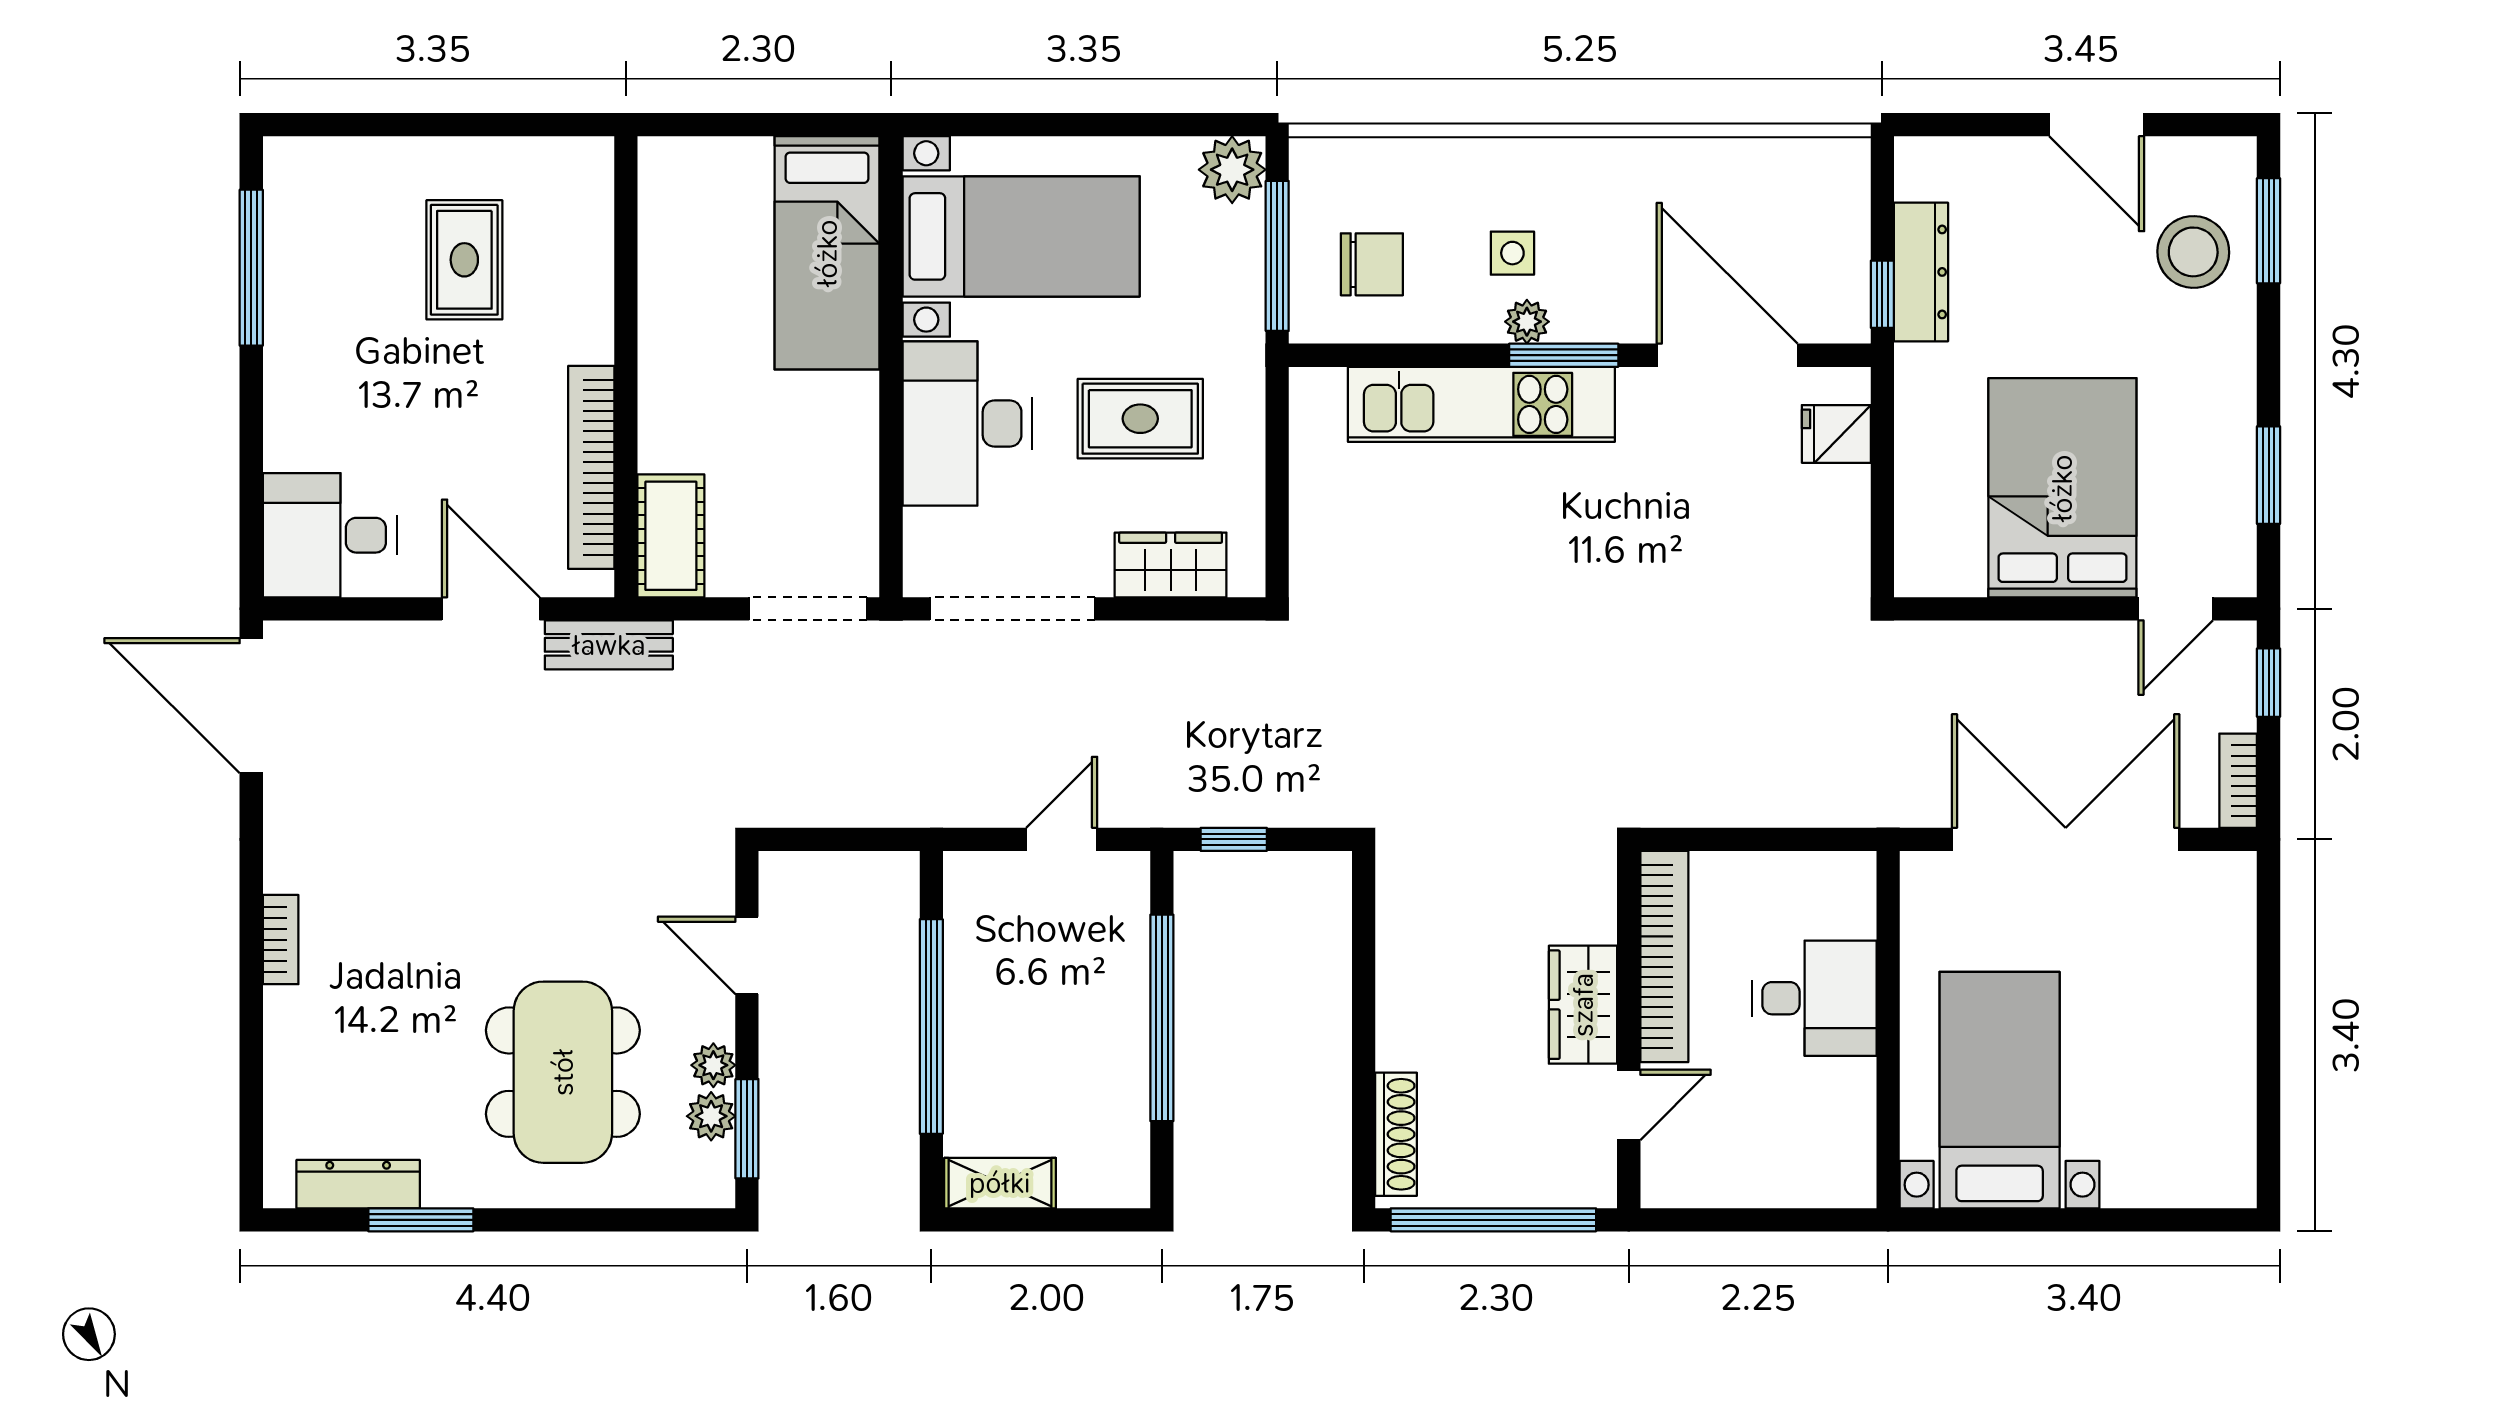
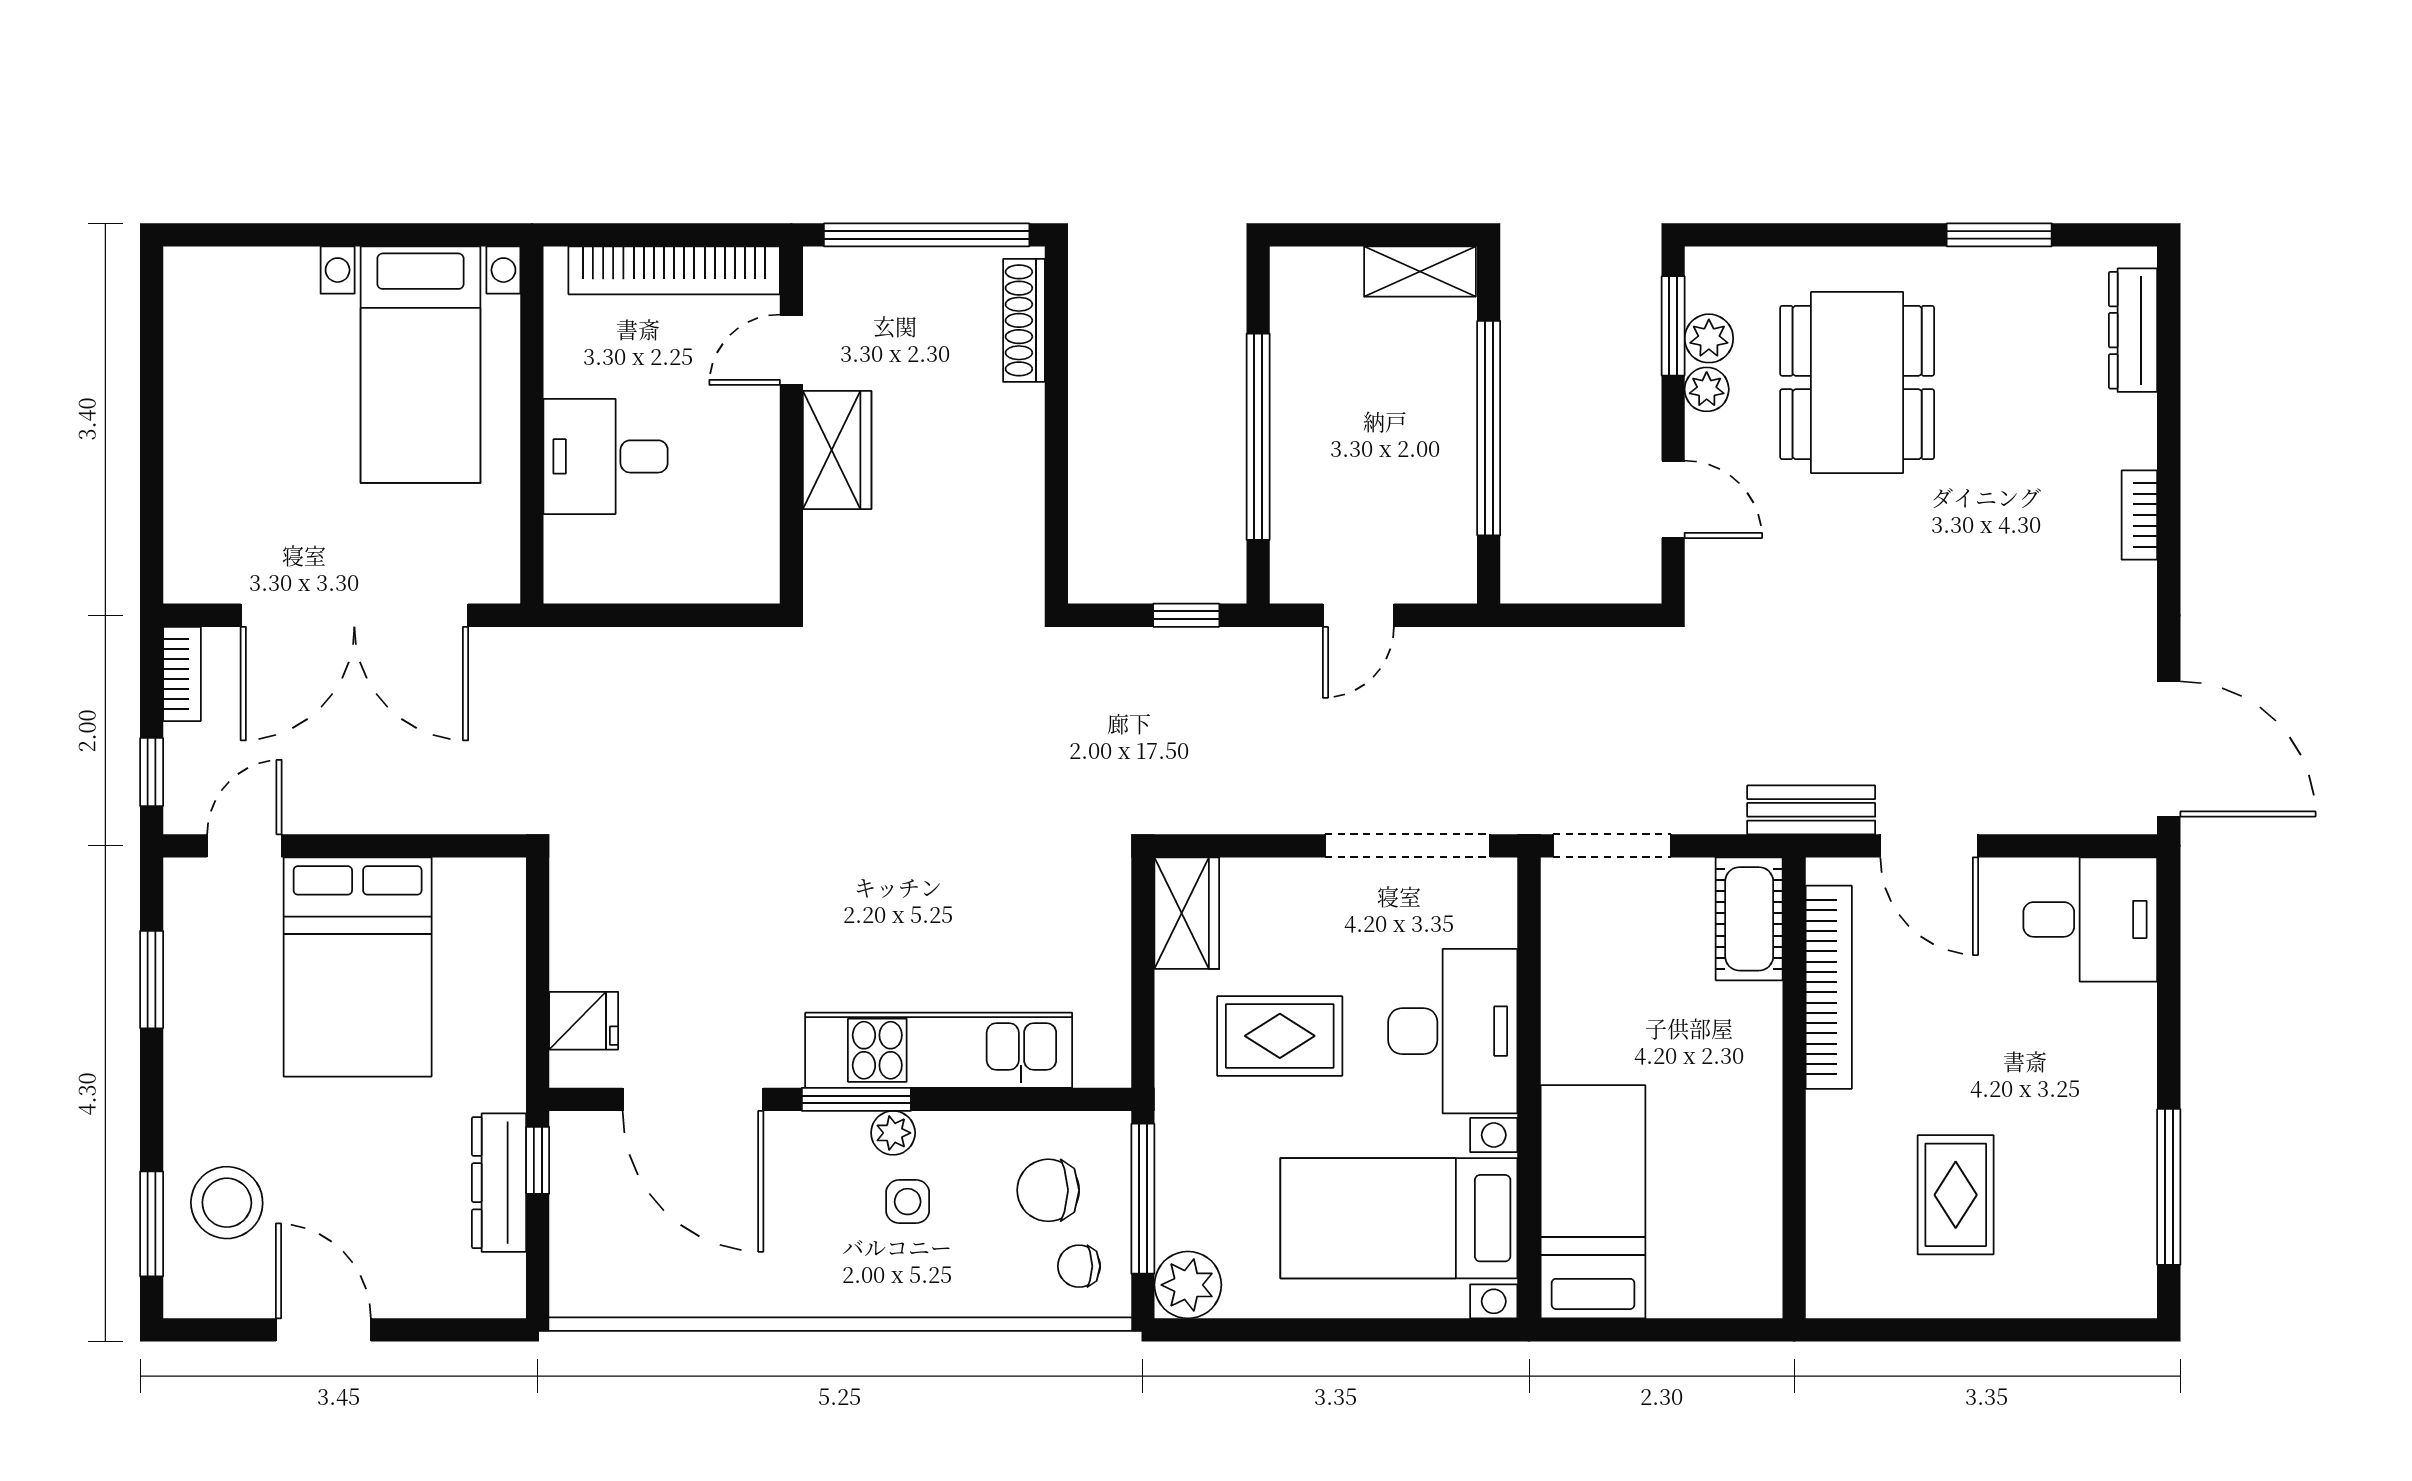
chair: (1341, 189) -> (1079, 1266), added
wardrobe: (1171, 565) -> (1187, 913), moved, turned -90
bookcase: (1664, 957) -> (674, 270), moved, turned -90
dresser: (358, 1184) -> (2133, 330), moved, turned 90

